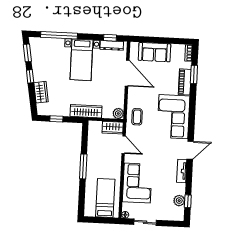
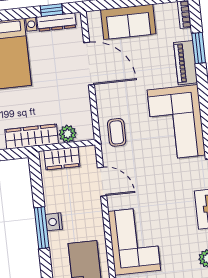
plant: (118, 113) -> (68, 134), moved
wardrobe: (113, 128) -> (62, 158), moved
nightstand: (91, 164) -> (54, 222), added

